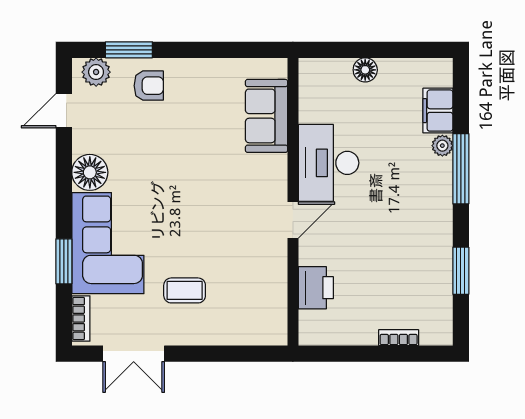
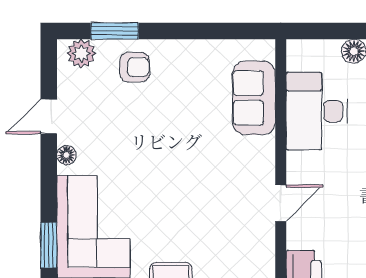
door: (64, 111) -> (49, 116), moved
desk: (329, 163) -> (317, 111), moved
floor lamp: (90, 172) -> (66, 155), width x0.53, depth x0.53

